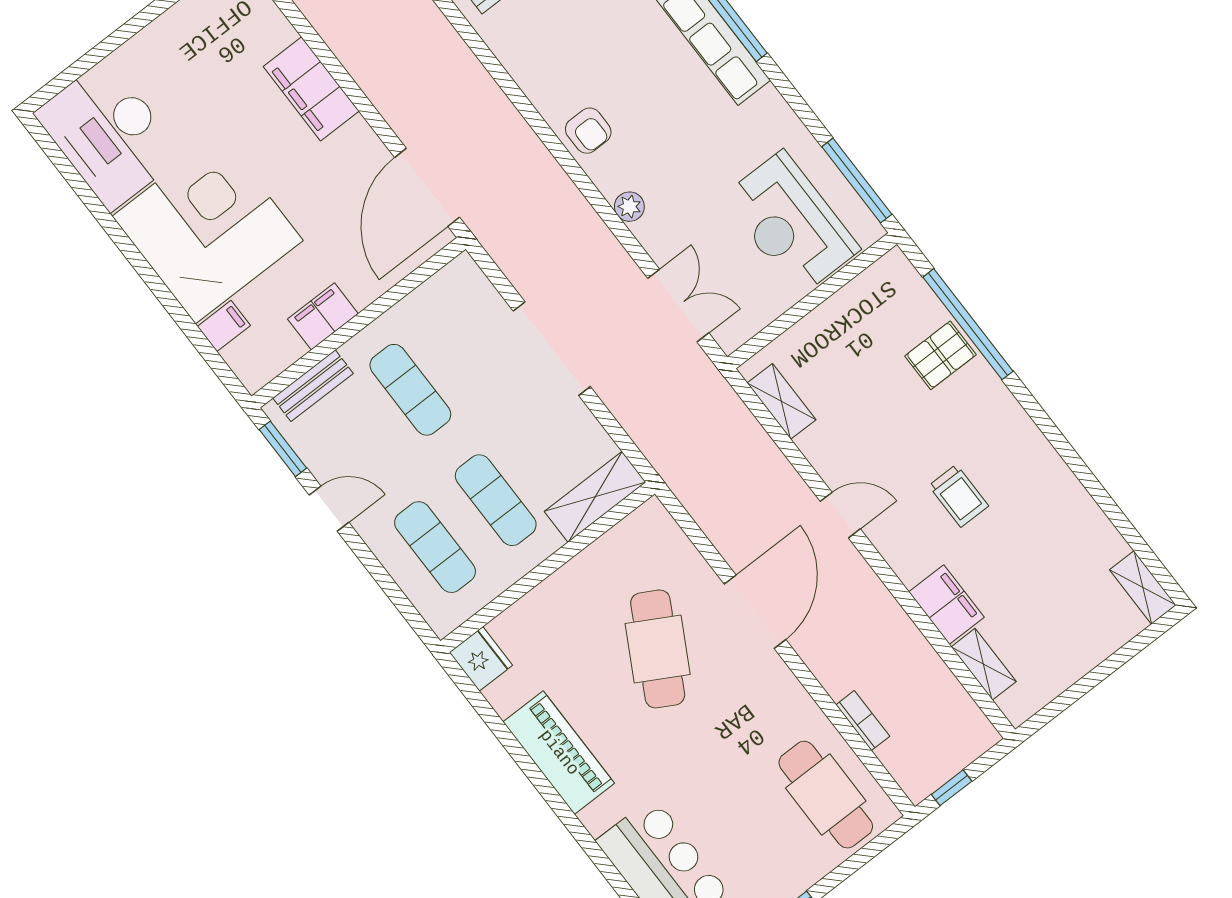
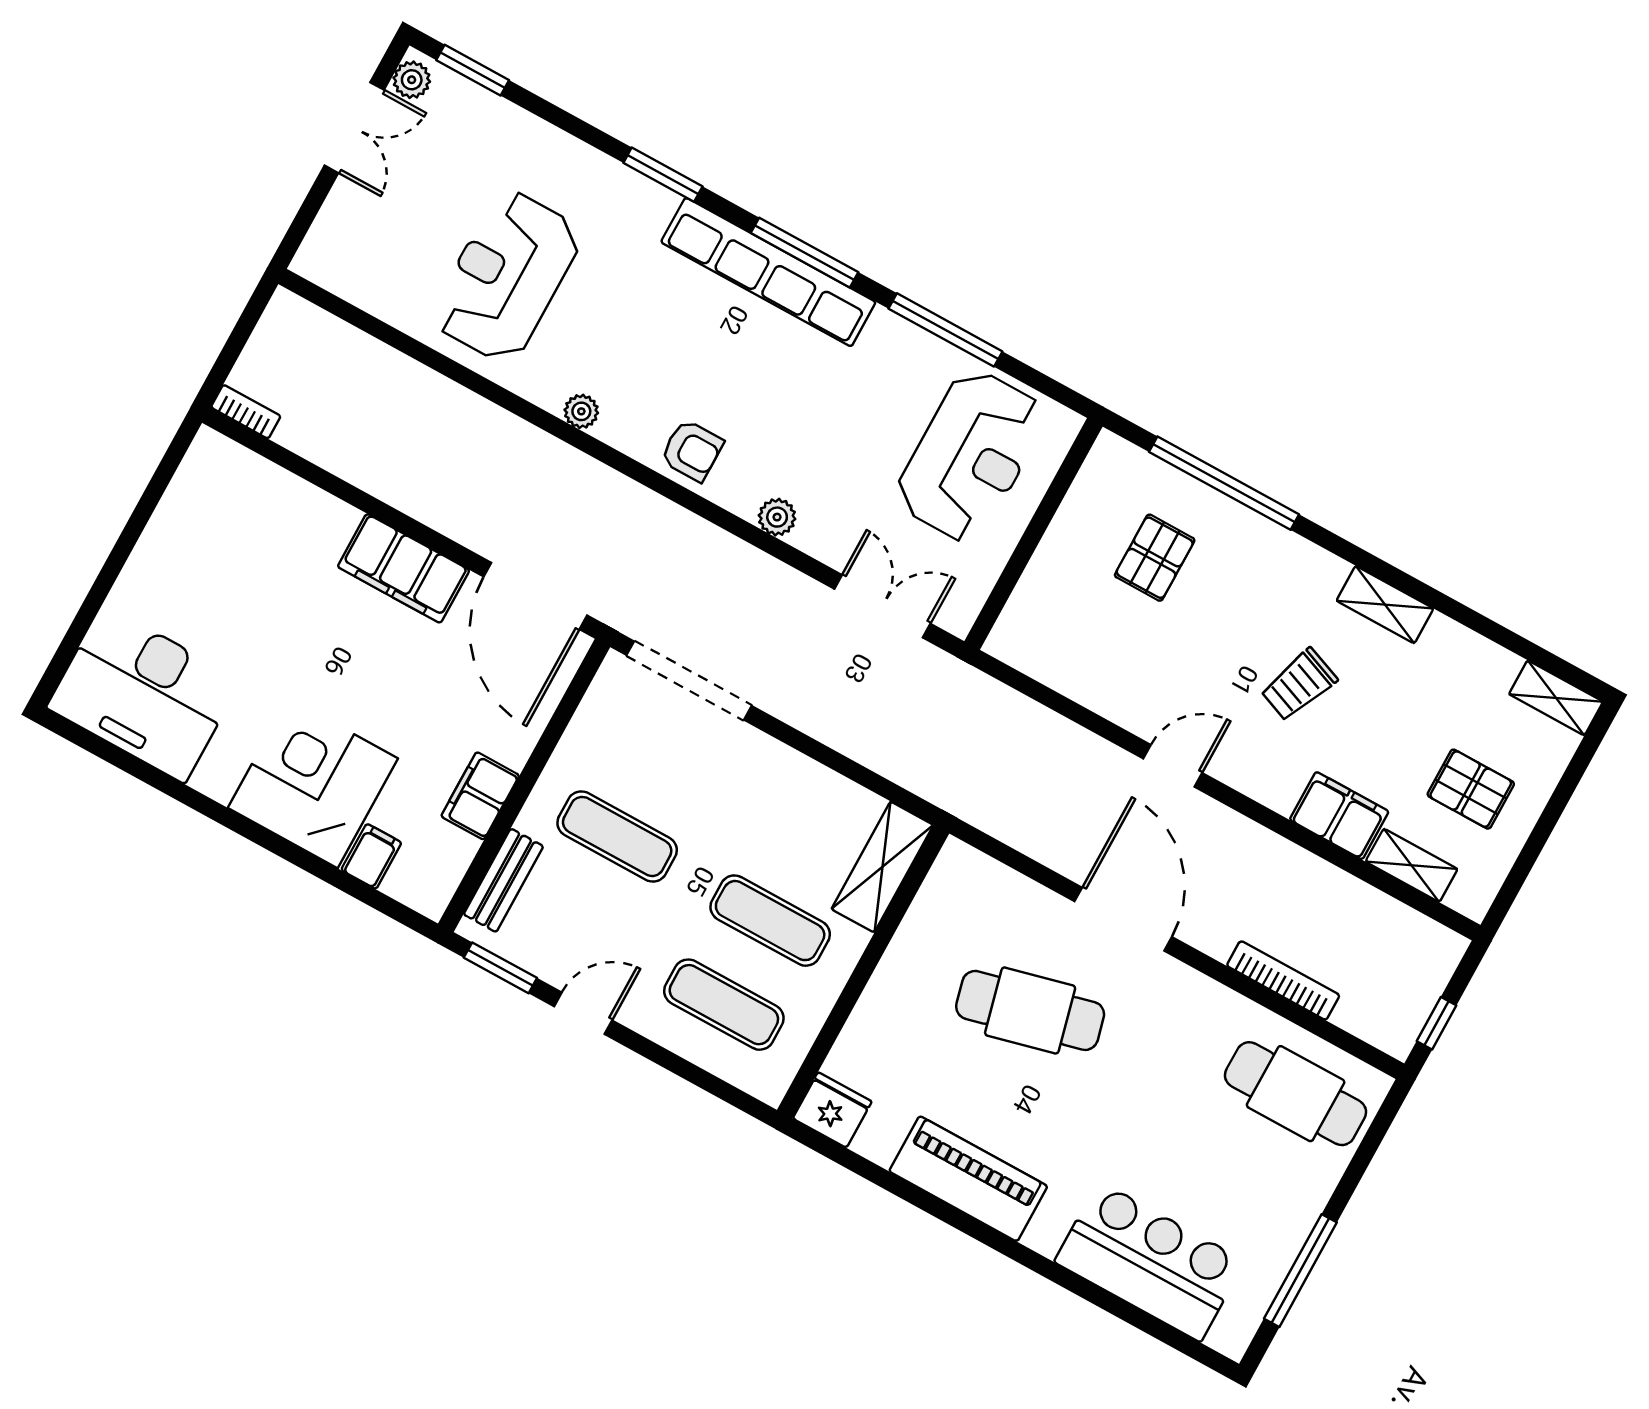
plant: (520, 67) -> (581, 411), added
filing cabinet: (311, 89) -> (404, 568), moved
window: (857, 180) -> (945, 330), moved
reception desk: (791, 223) -> (970, 456), turned -90
corner desk: (208, 228) -> (313, 783), width x0.74, depth x0.74
doorway: (552, 349) -> (689, 681), moved
pallet: (940, 355) -> (1155, 558), moved
shelving: (782, 401) -> (1385, 605), moved
trolley: (959, 496) -> (1299, 685), turned 111
pallet: (1051, 627) -> (1471, 789), added
cafe table: (658, 649) -> (1030, 1010), turned -43
bookcase: (863, 721) -> (1283, 980), width x1.56

